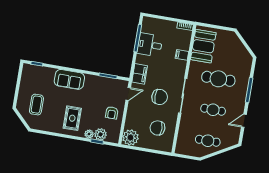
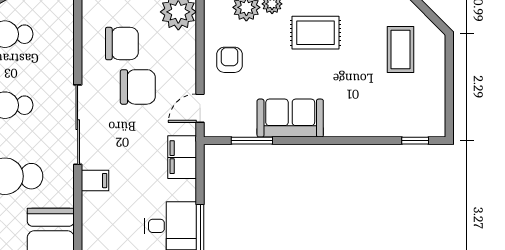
filing cabinet: (182, 55) -> (95, 181), moved
sofa: (69, 79) -> (290, 118), moved
chair: (160, 97) -> (138, 87), moved, turned 180
rug: (72, 118) -> (315, 33), turned 90

